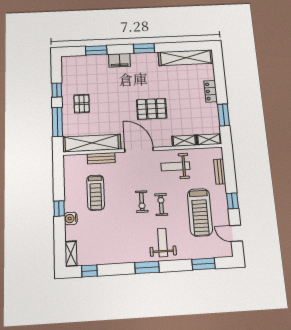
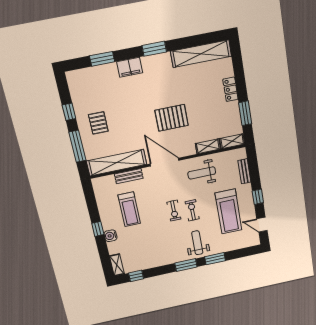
window: (203, 264) -> (215, 259), moved

